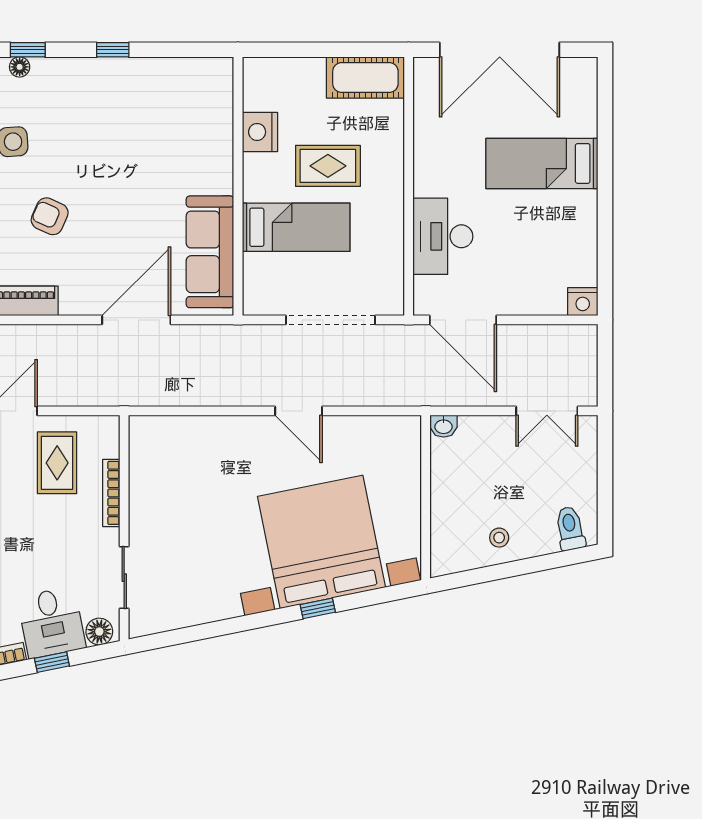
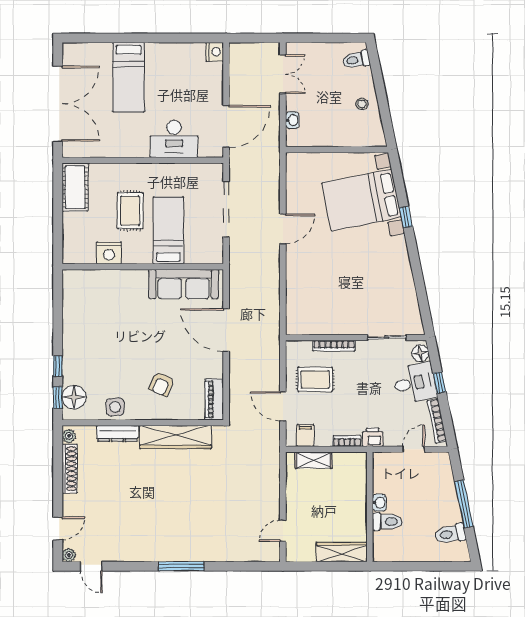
window: (113, 50) -> (58, 366), moved
floor lamp: (20, 67) -> (74, 397), width x1.89, depth x1.89
washbasin: (444, 426) -> (292, 120), moved
bed with nightstands: (321, 542) -> (362, 200), width x0.73

